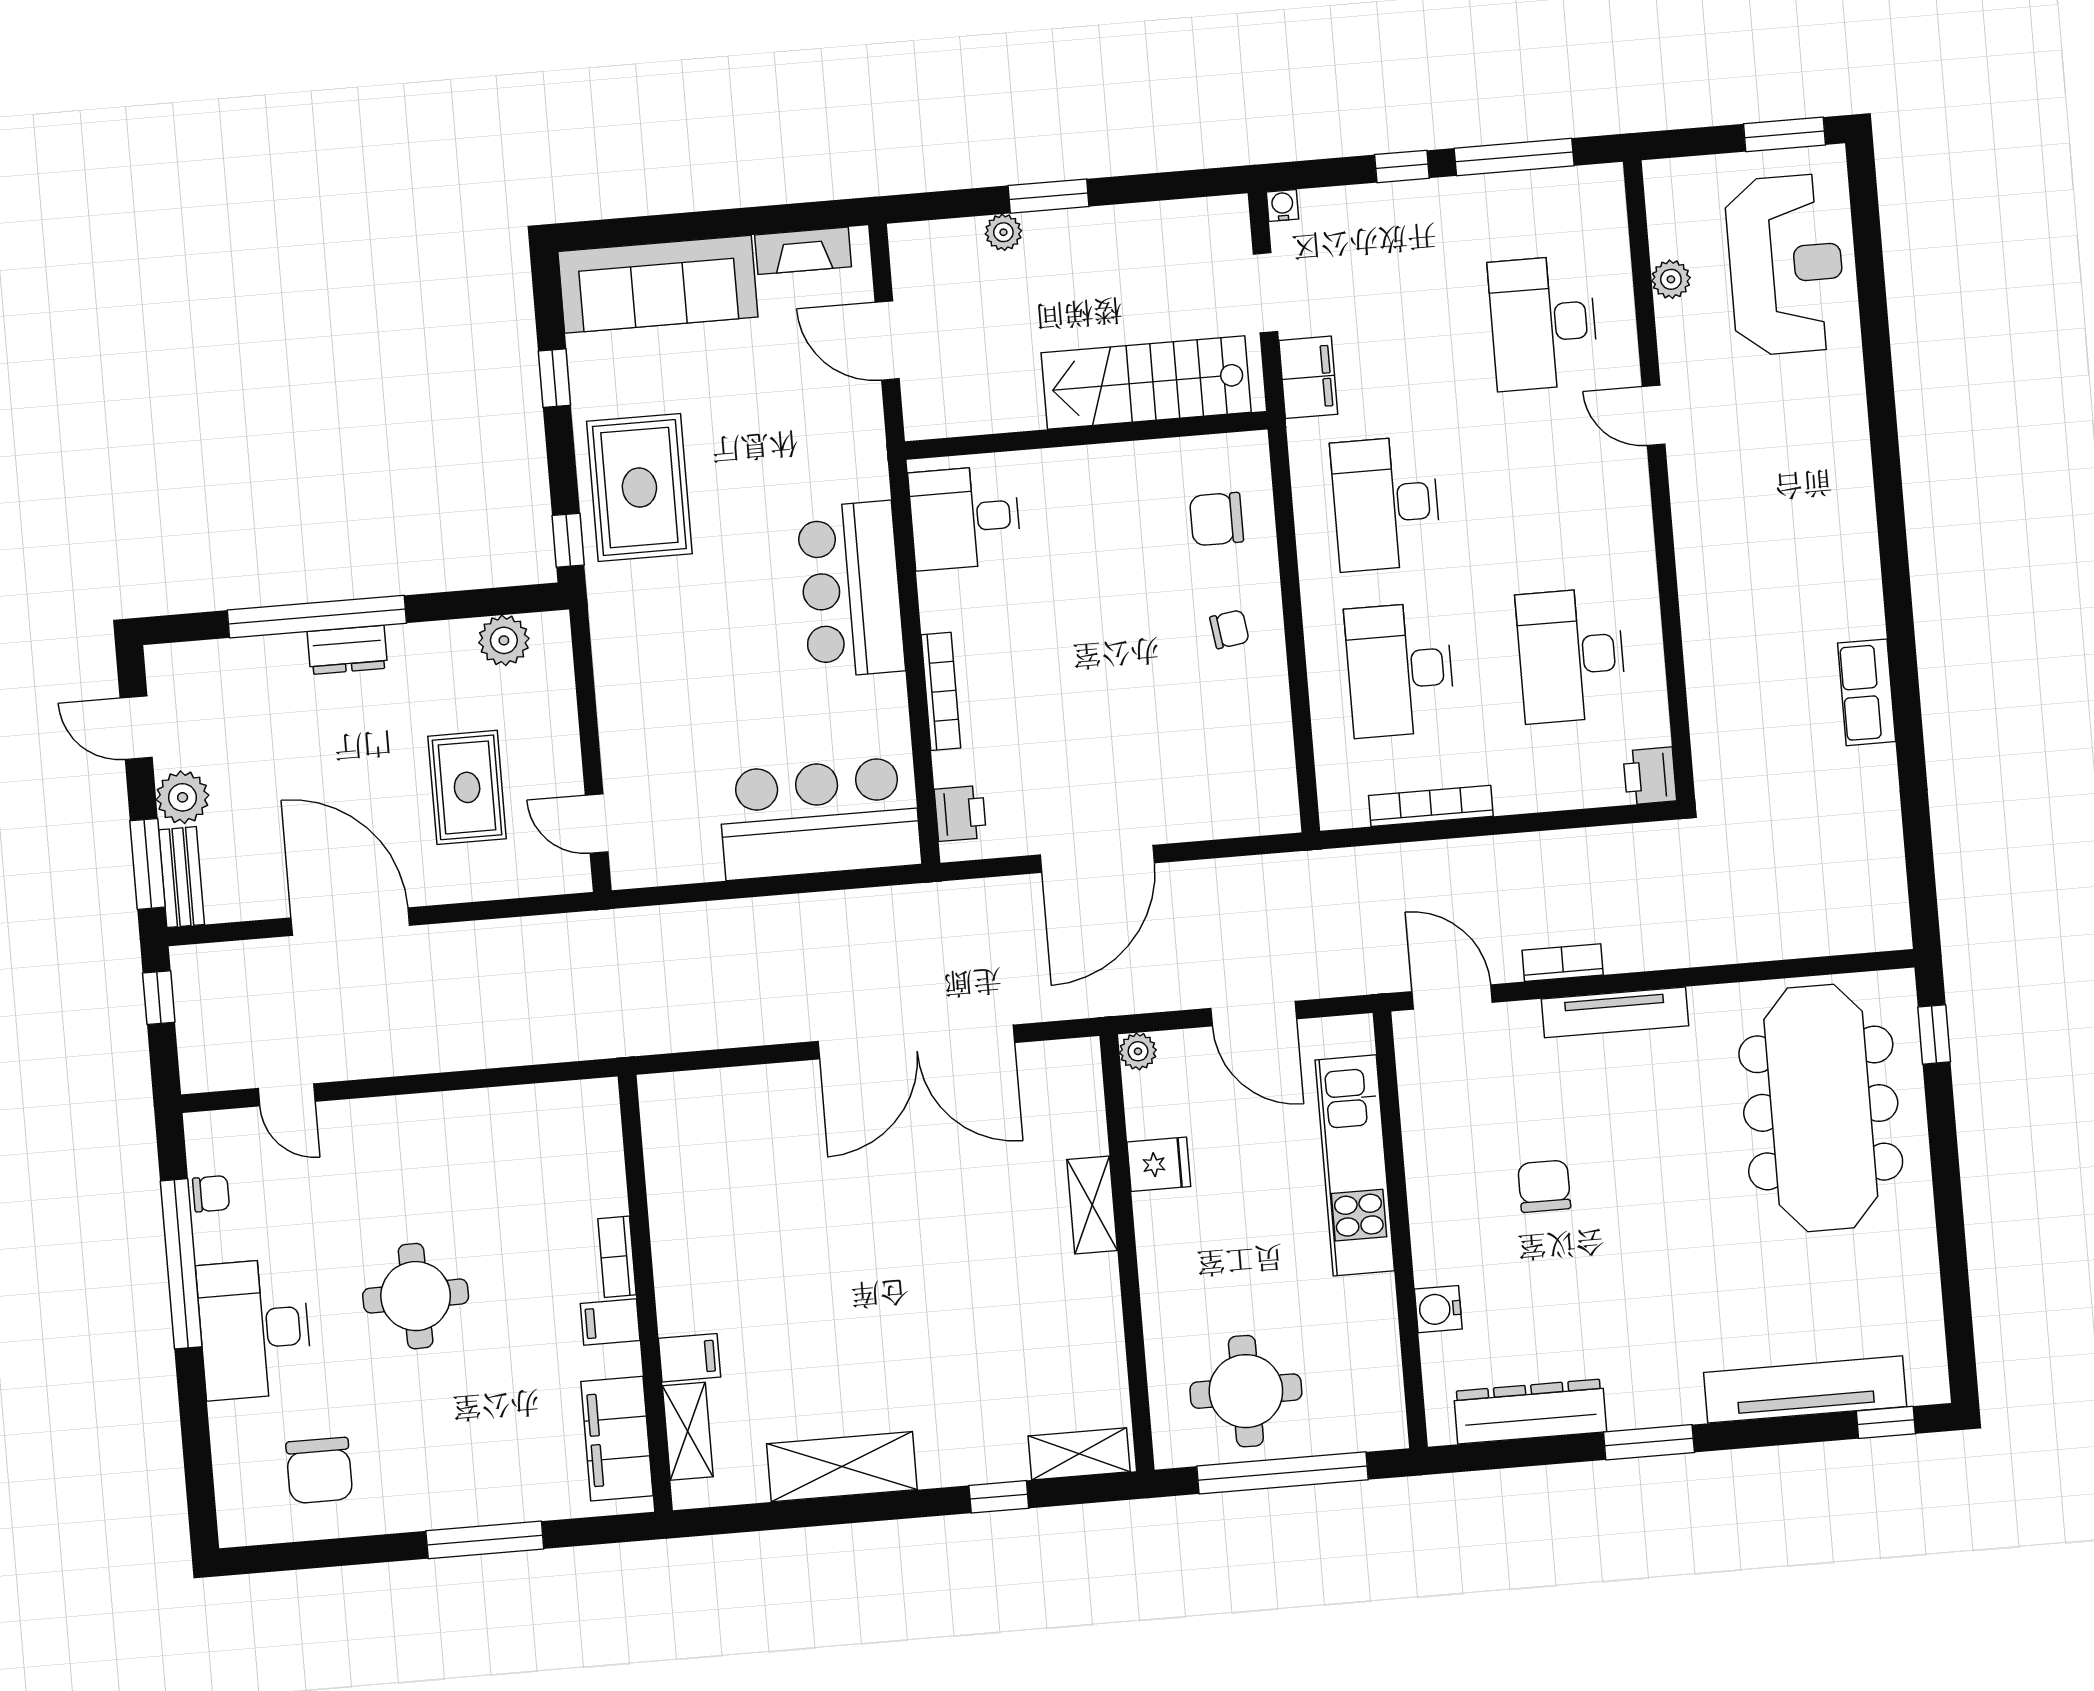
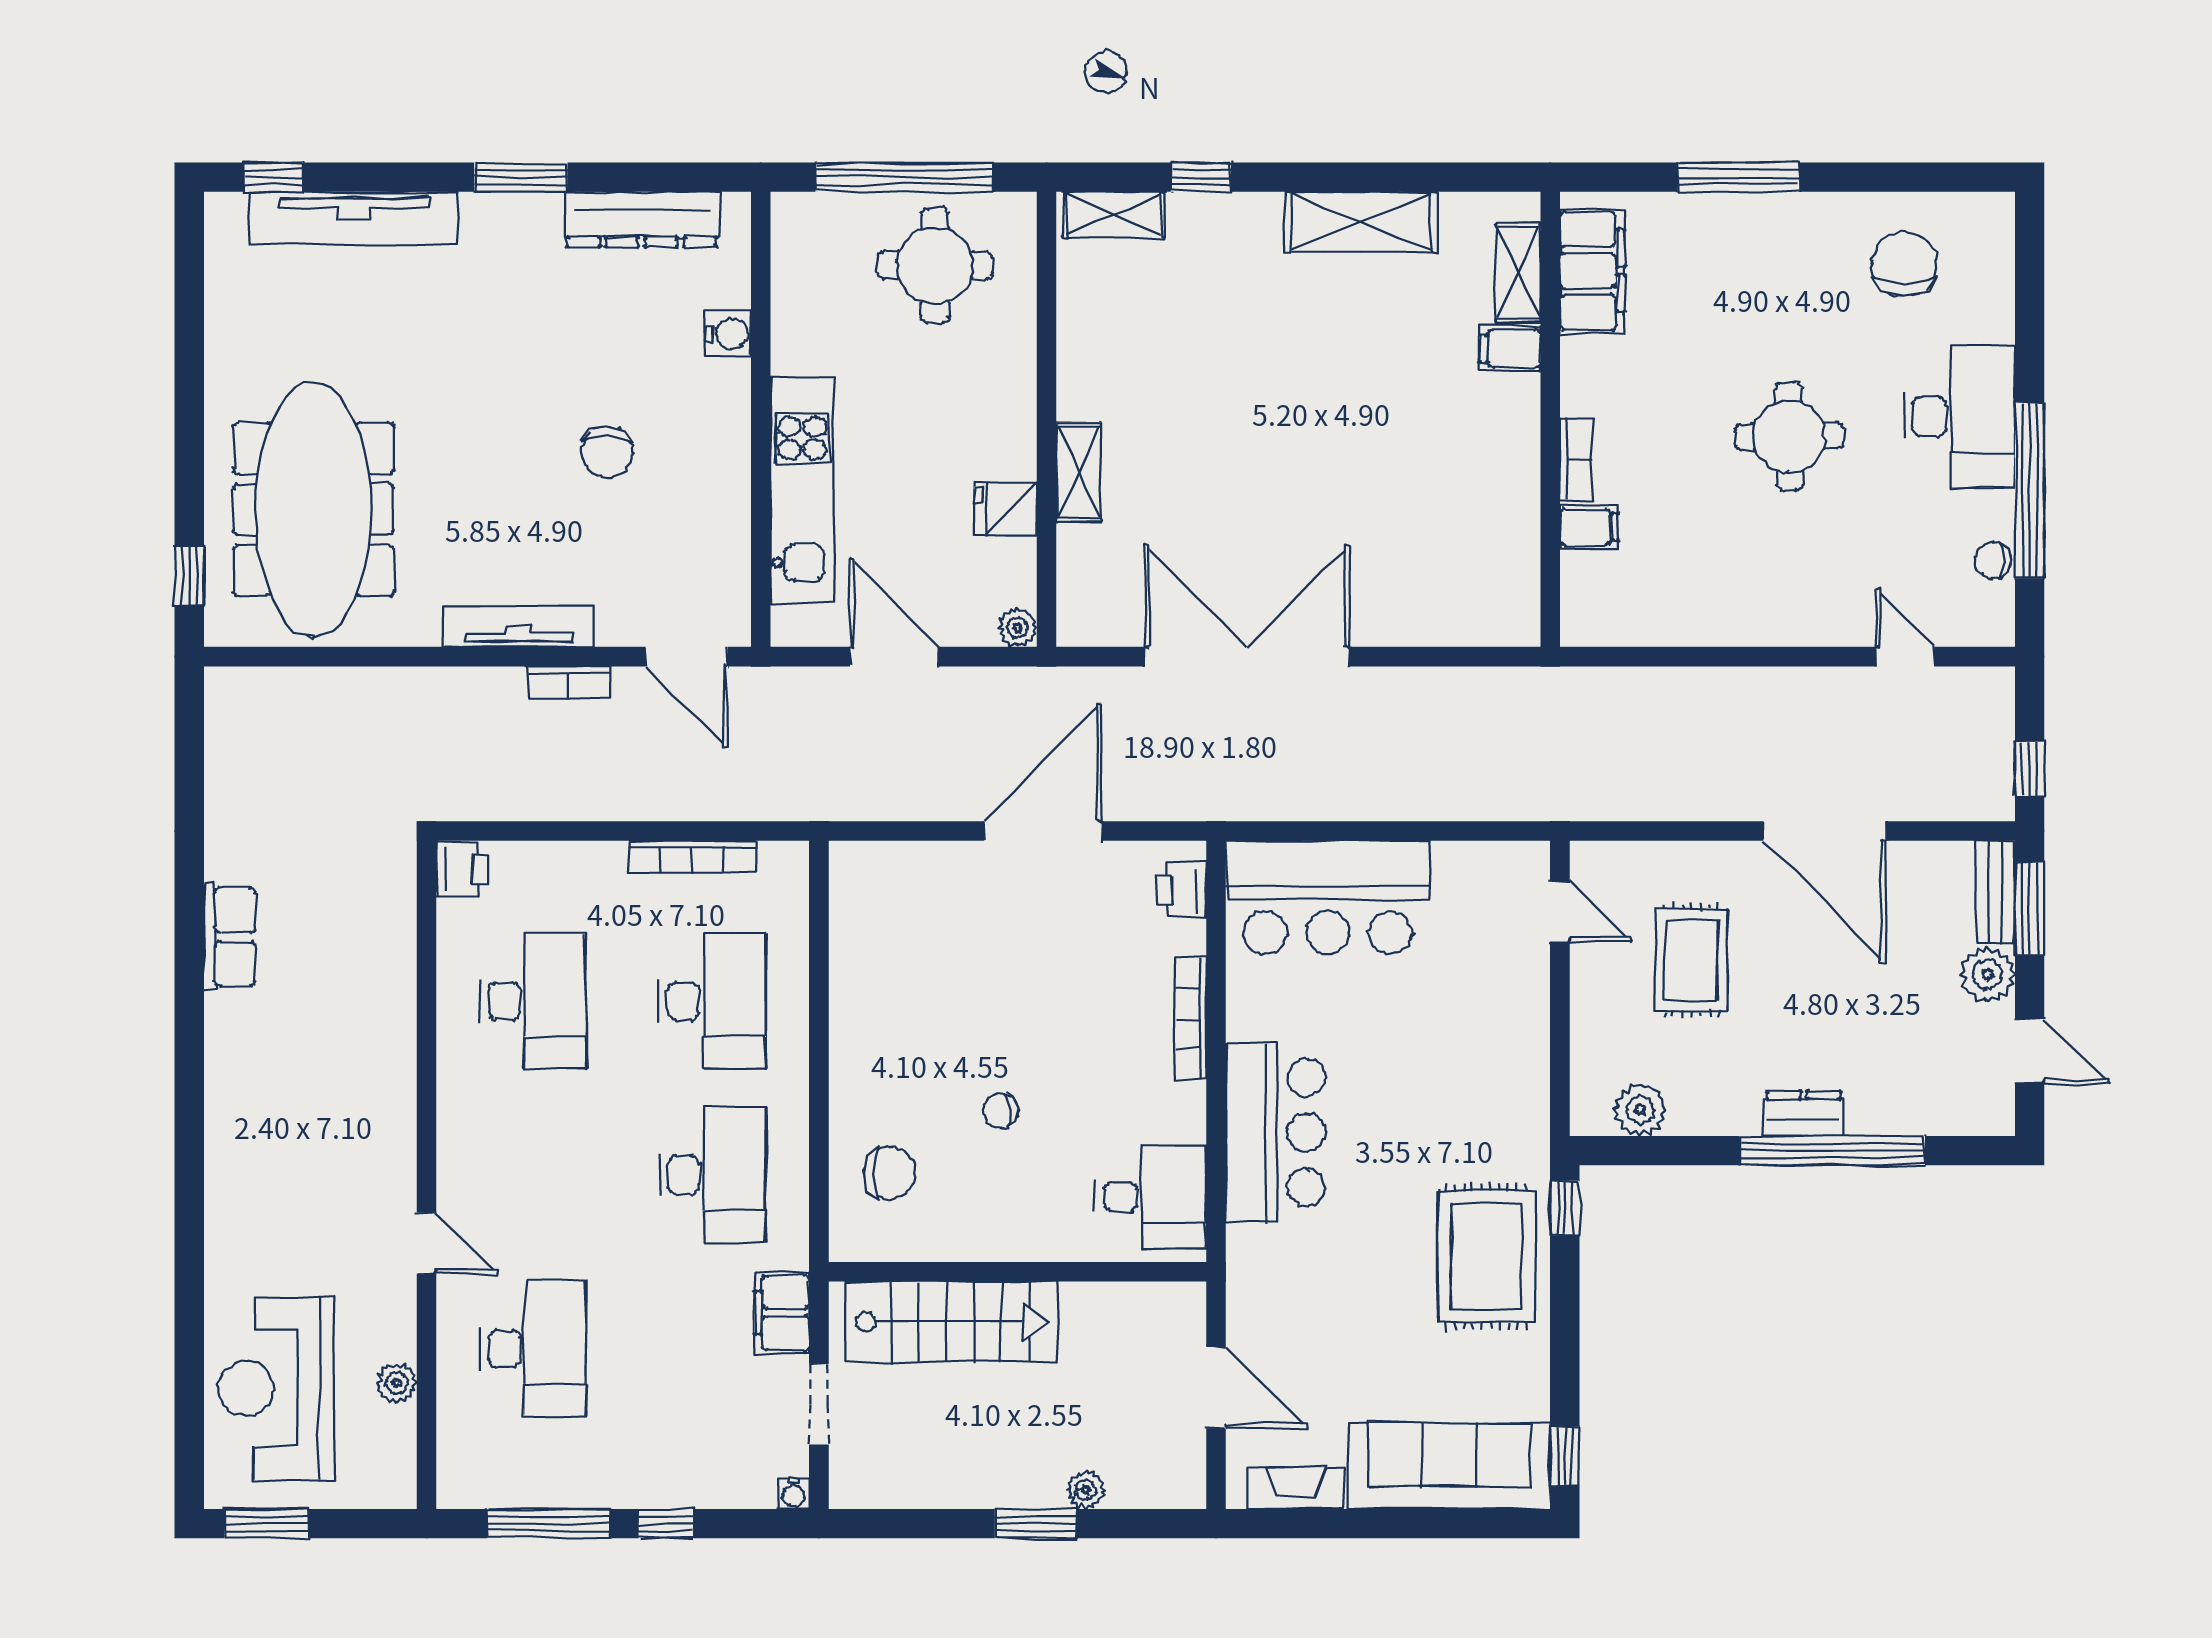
window: (554, 378) -> (1565, 1456), moved
chair: (1229, 629) -> (1000, 1111), moved
filing cabinet: (610, 1322) -> (1589, 527), moved

